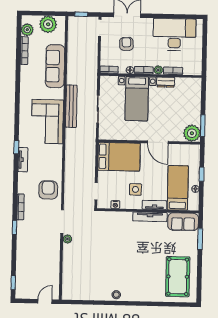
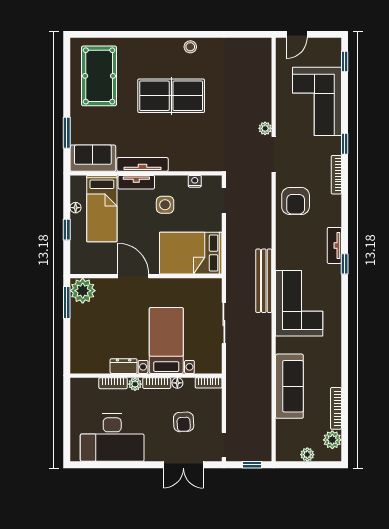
plant: (48, 24) -> (307, 455), width x0.53, depth x0.53
bench: (71, 106) -> (264, 281), moved
corner sofa: (32, 256) -> (317, 101), added
table tennis table: (130, 262) -> (171, 96), added

